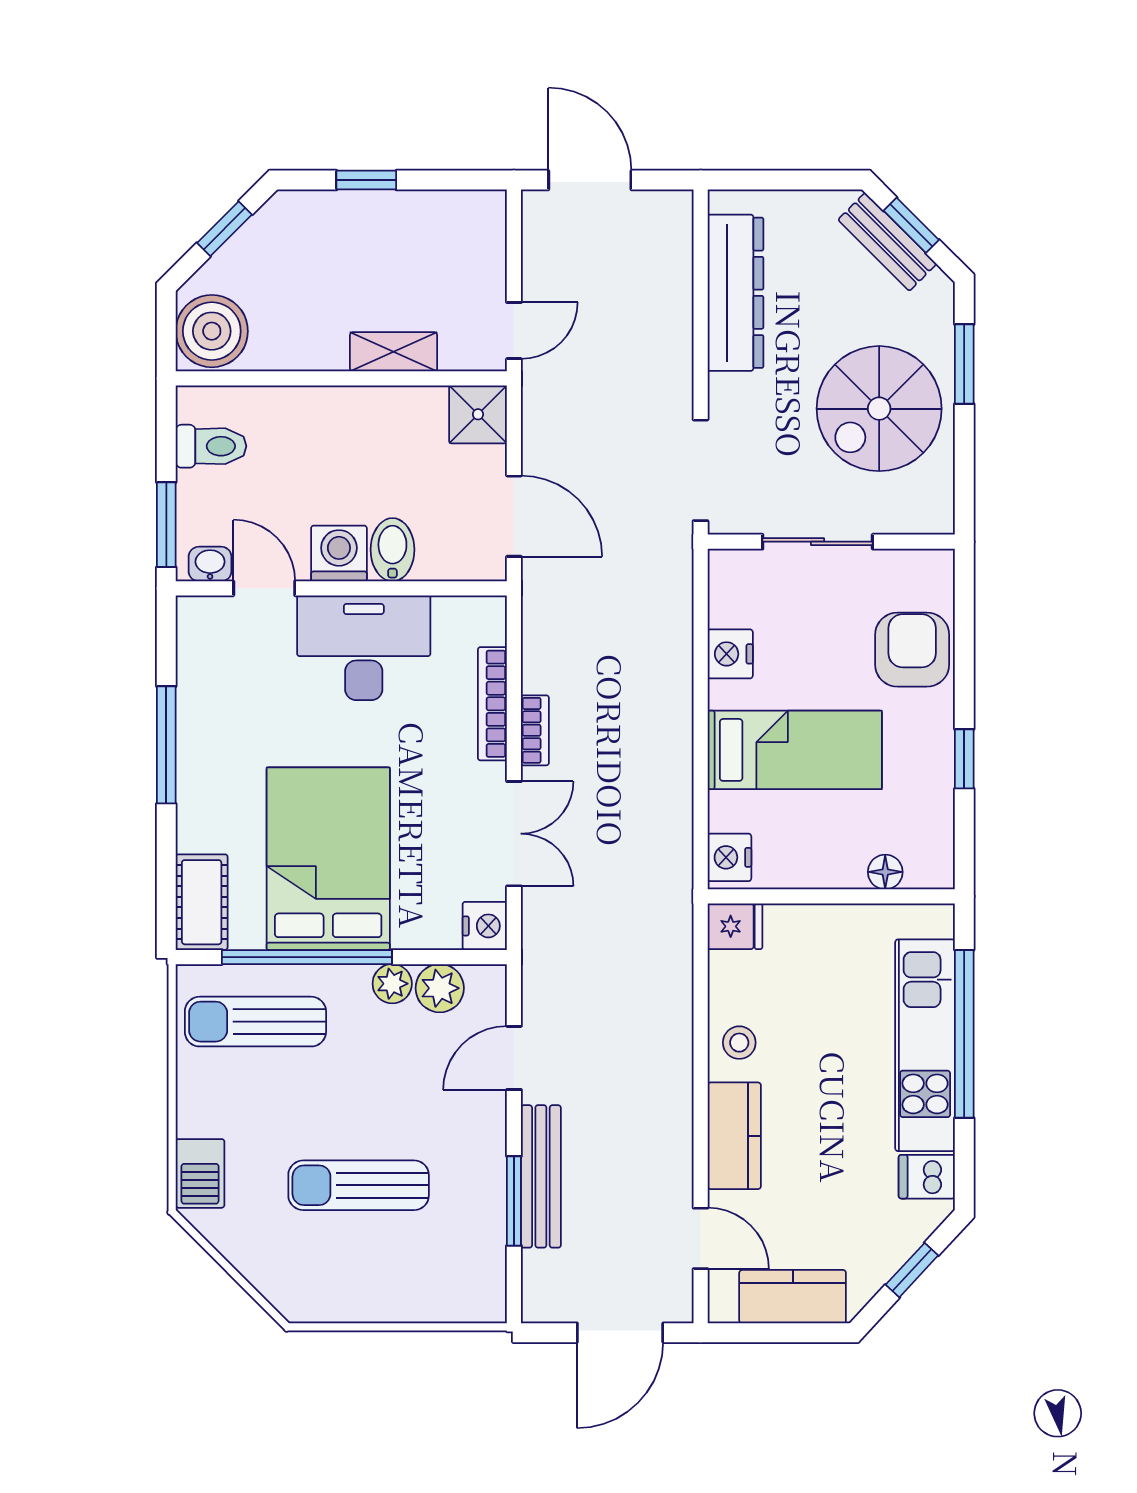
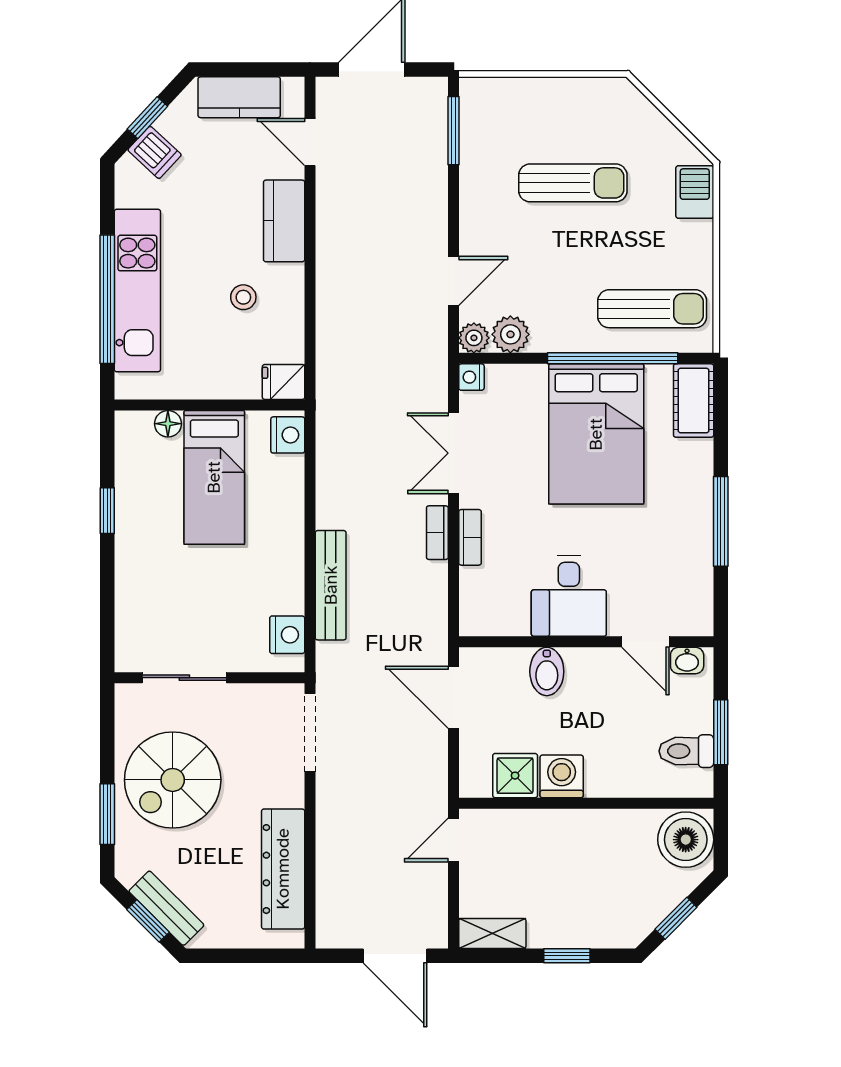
shelving: (394, 352) -> (492, 933), moved
spiral stairs: (879, 409) -> (173, 780), turned 180
shower: (478, 414) -> (515, 776), moved
window: (166, 525) -> (721, 732), moved
sliding door: (818, 542) -> (184, 678), moved
washing machine: (339, 553) -> (562, 776), moved, turned 180
desk: (364, 648) -> (569, 596), width x0.73
armchair: (912, 650) -> (147, 595), removed
nightstand: (730, 654) -> (287, 635), moved
bookcase: (492, 704) -> (470, 537), width x0.64
bed: (795, 750) -> (214, 477), moved, turned -90
nightstand: (485, 926) -> (471, 377), width x0.72, depth x0.74
plant: (392, 984) -> (474, 338), moved
stool: (739, 1043) -> (243, 297), moved
bench: (541, 1176) -> (331, 585), moved
dishwasher: (927, 1177) -> (155, 152), moved, turned 43
window: (514, 1201) -> (453, 131), moved

